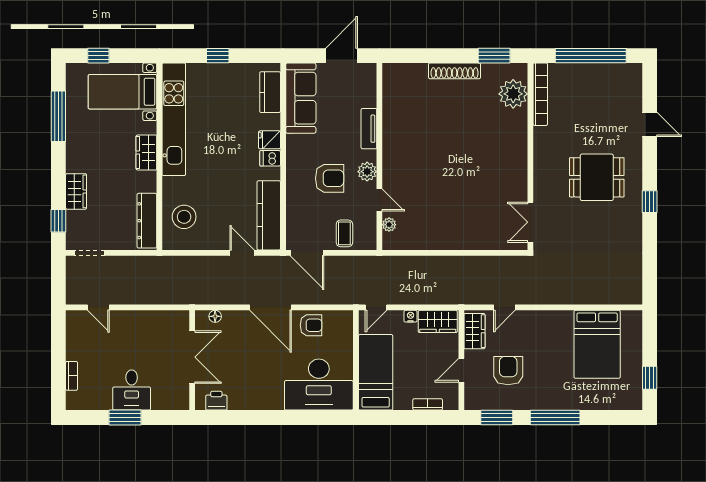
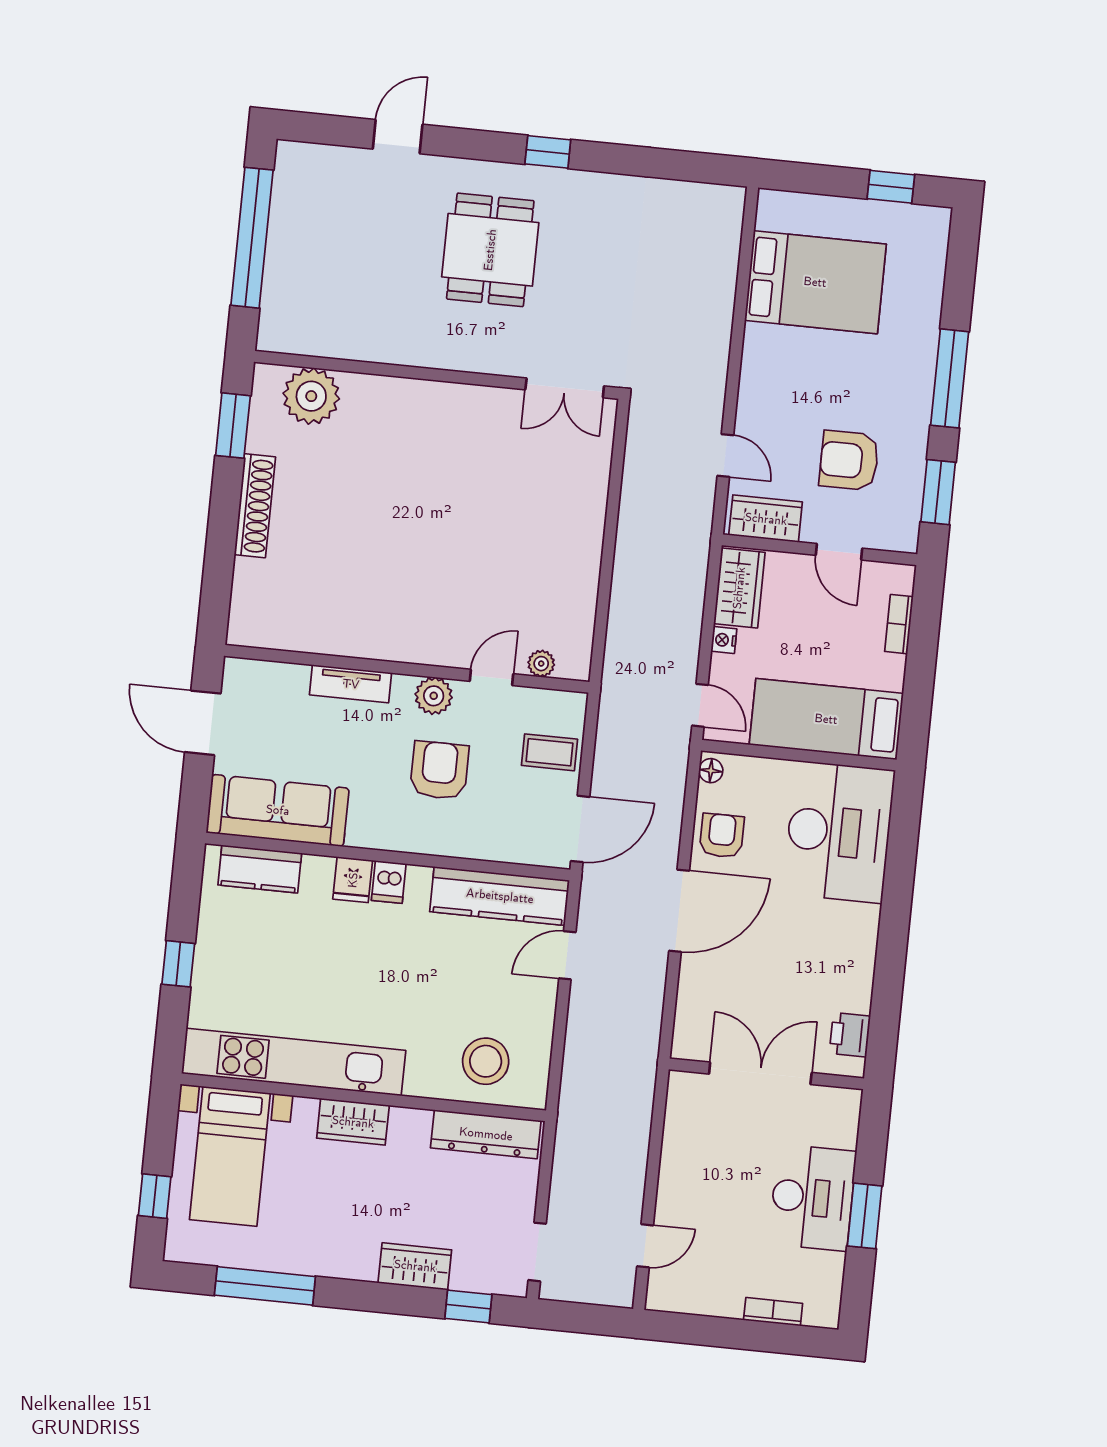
bookcase: (540, 94) -> (317, 343), removed
floor lamp: (215, 316) -> (711, 771), moved
desk: (132, 390) -> (812, 1198), width x1.37

